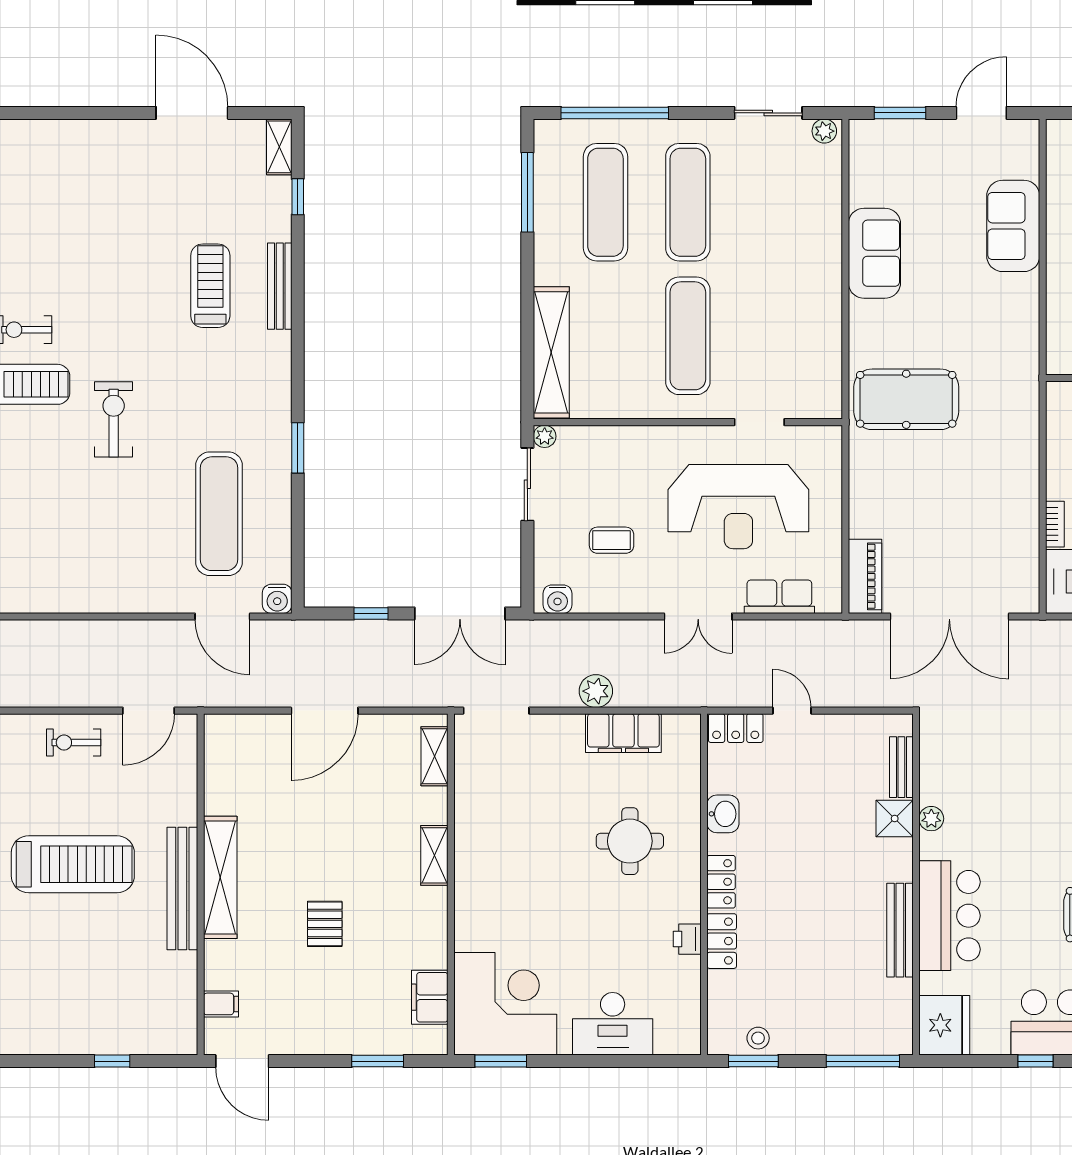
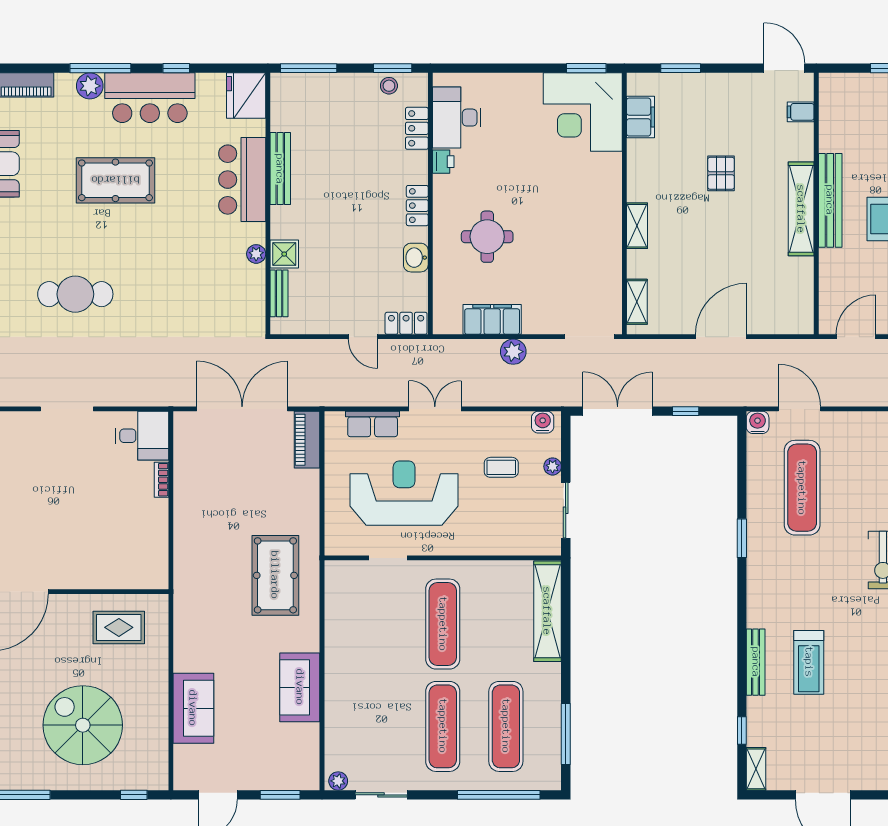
pool table: (906, 399) -> (275, 575), turned 90
plant: (545, 436) -> (553, 466), moved
locker: (722, 941) -> (417, 128), moved
desk: (613, 1024) -> (457, 118), moved, turned -90

